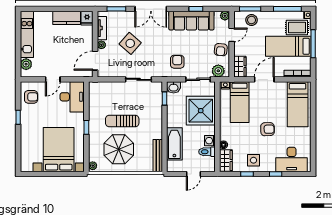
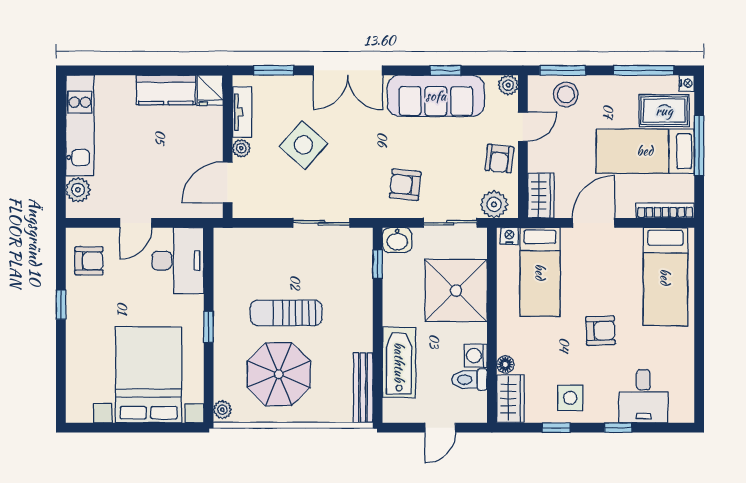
armchair: (177, 62) -> (405, 185), turned -84
desk: (292, 159) -> (643, 396), width x0.73

